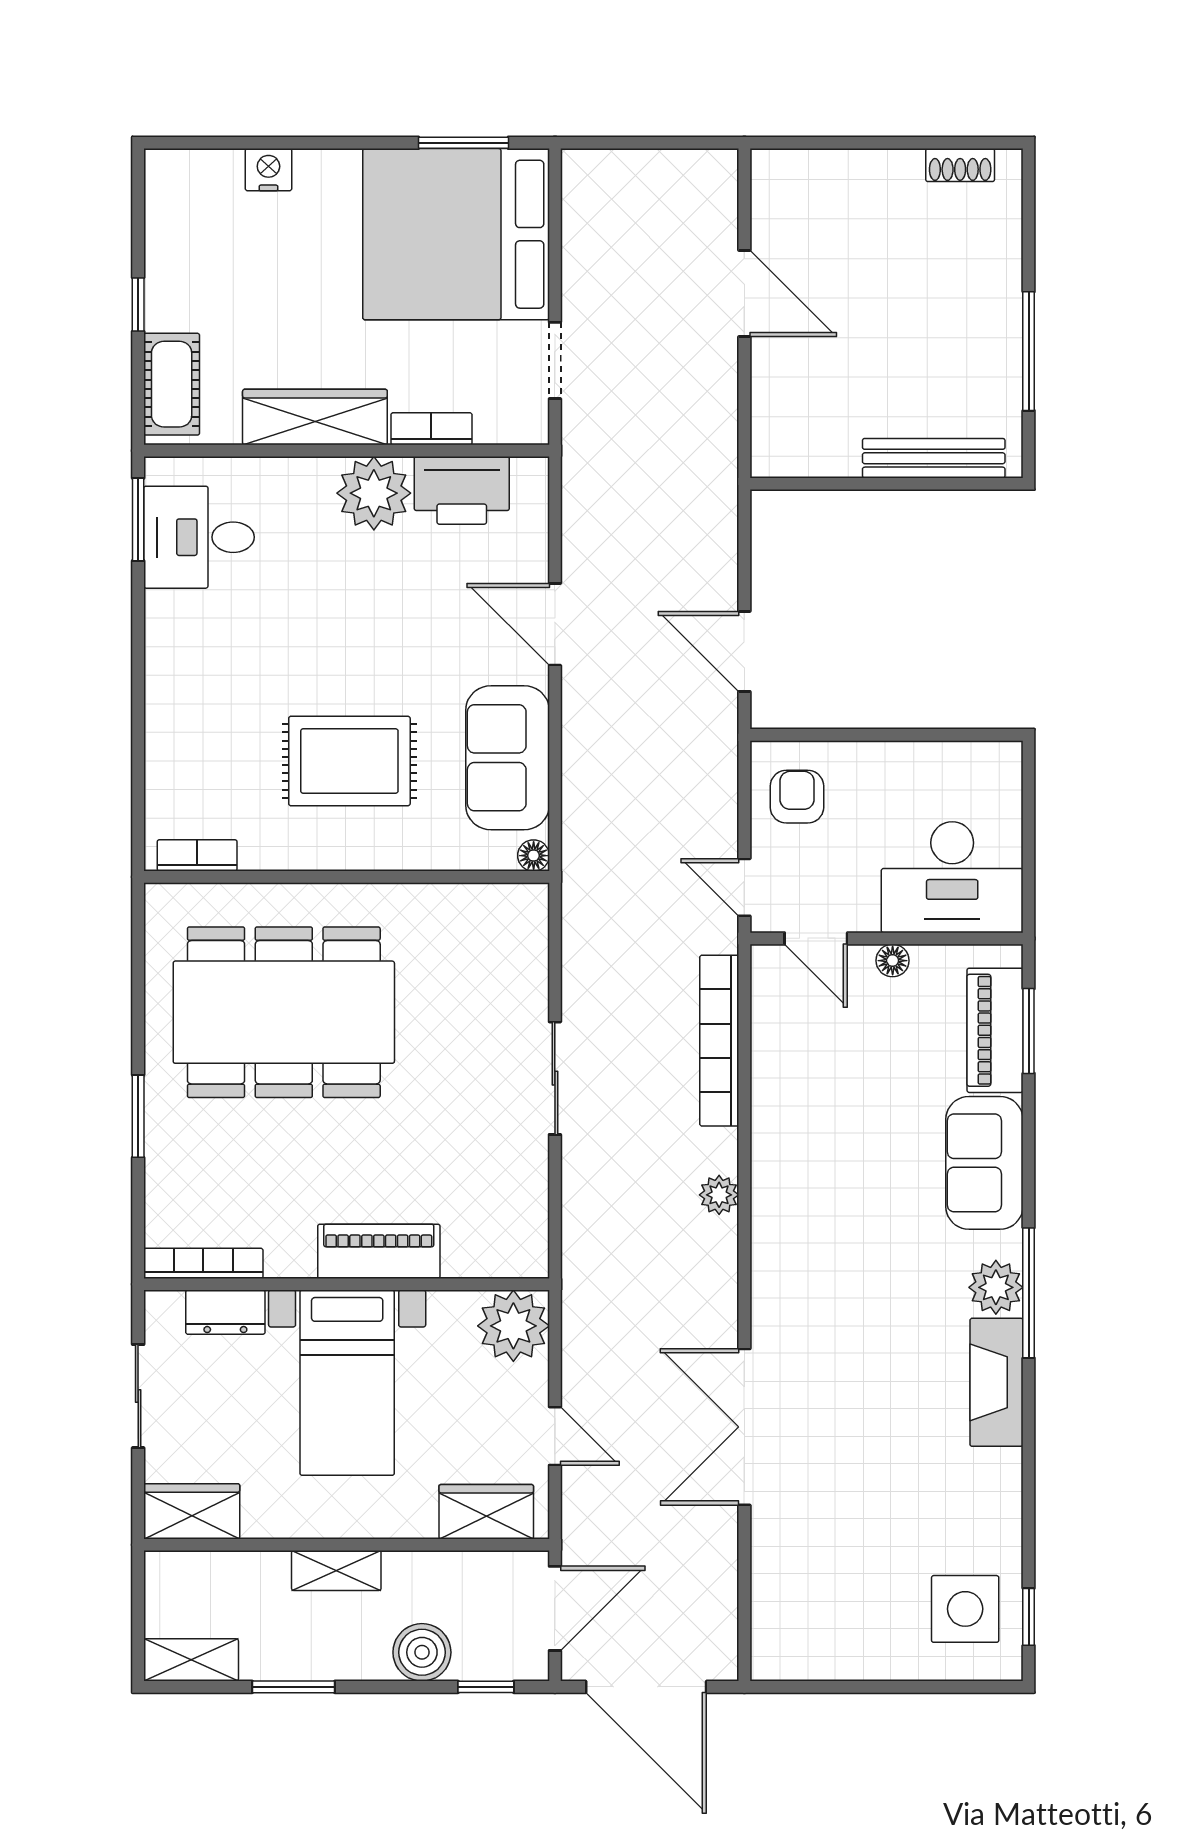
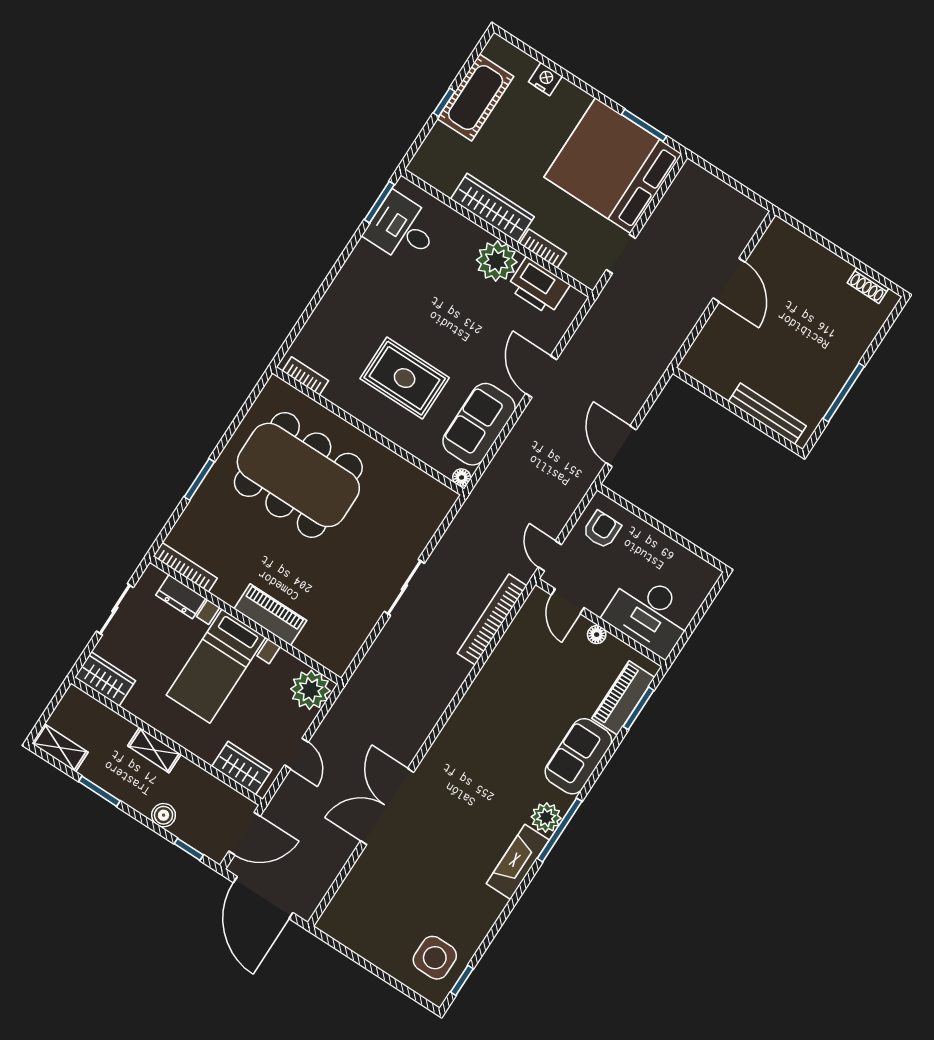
cot: (172, 384) -> (476, 98), moved, width x1.37, depth x1.34
plant: (719, 1195) -> (445, 691), removed
boiler: (422, 1652) -> (164, 815), width x0.73, depth x0.73

